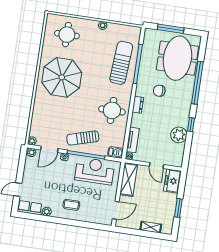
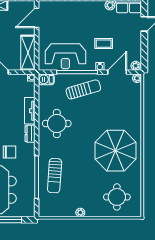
sun lounger: (121, 63) -> (55, 176), width x0.73, depth x0.75
tv unit: (133, 140) -> (30, 111), moved
coffee table: (71, 205) -> (104, 44), moved

